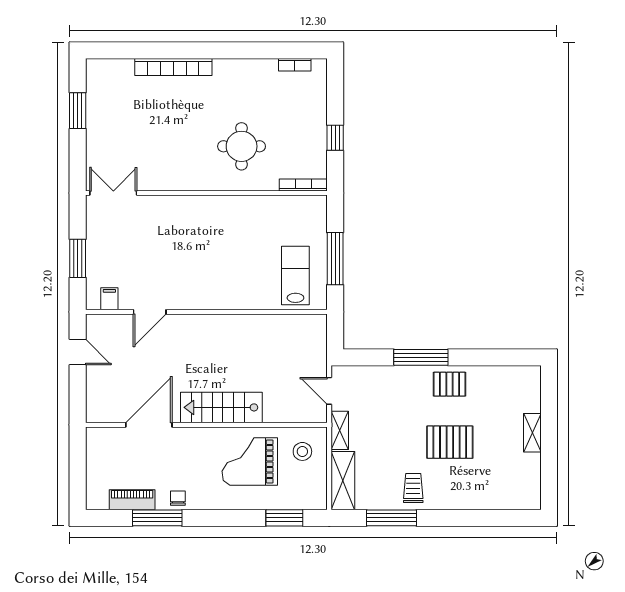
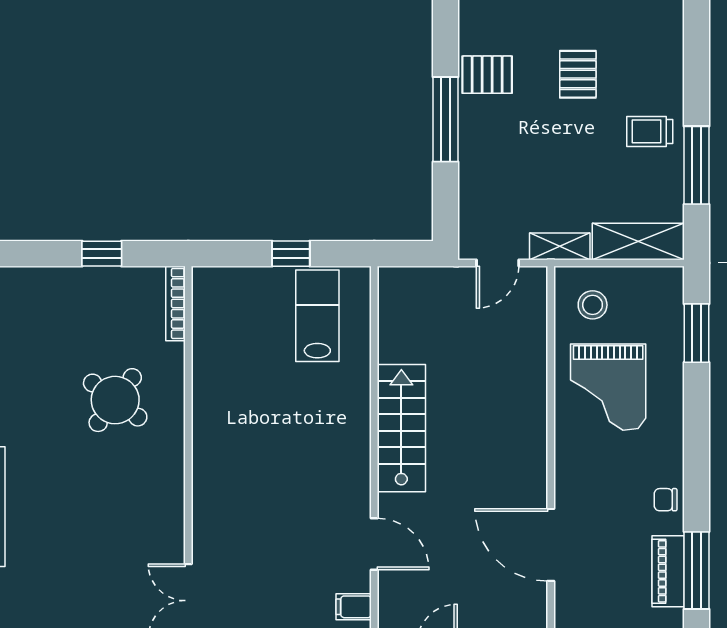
round table: (242, 146) -> (115, 400), turned 37
window: (335, 259) -> (291, 254), width x0.46
lab bench: (295, 276) -> (317, 316), turned 90
pallet: (449, 384) -> (487, 75), turned 90
stairs: (221, 407) -> (401, 428), moved, turned 180
pallet: (450, 442) -> (578, 74), width x0.67, depth x0.71
window: (157, 518) -> (696, 570), moved

